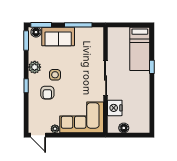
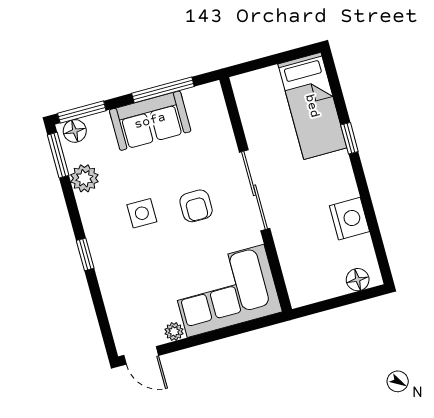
sofa: (58, 36) -> (150, 121), moved
plant: (35, 67) -> (84, 178), moved
armchair: (47, 93) -> (196, 206), moved
nightstand: (115, 108) -> (349, 219), moved, turned 180
floor lamp: (124, 128) -> (358, 280), moved

